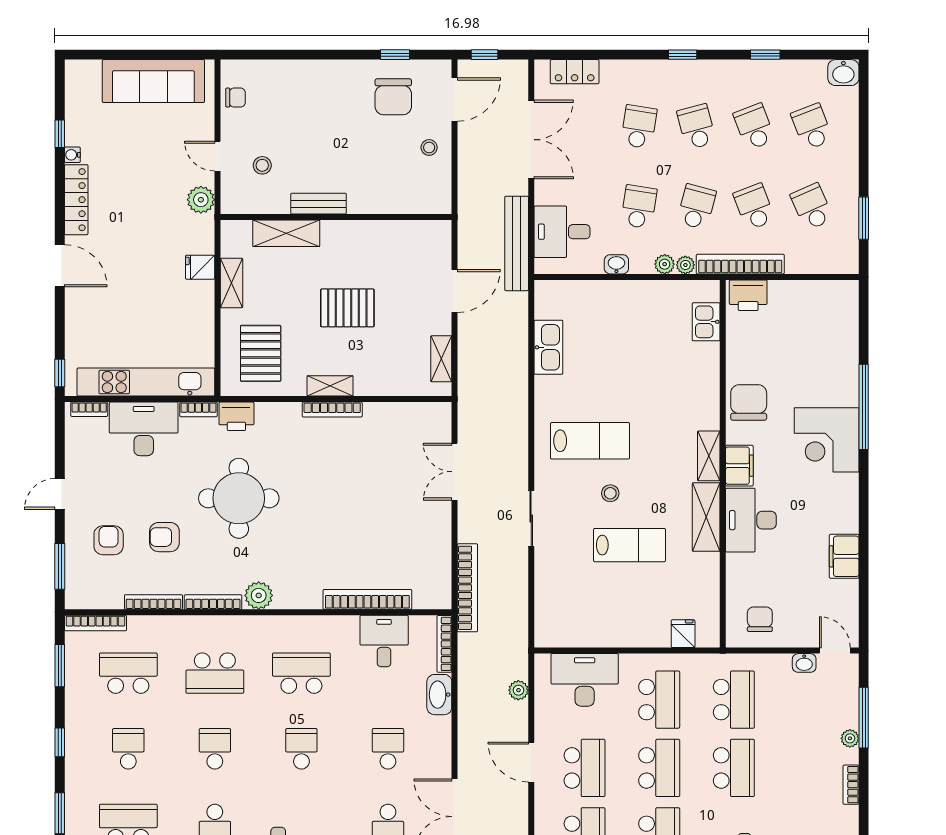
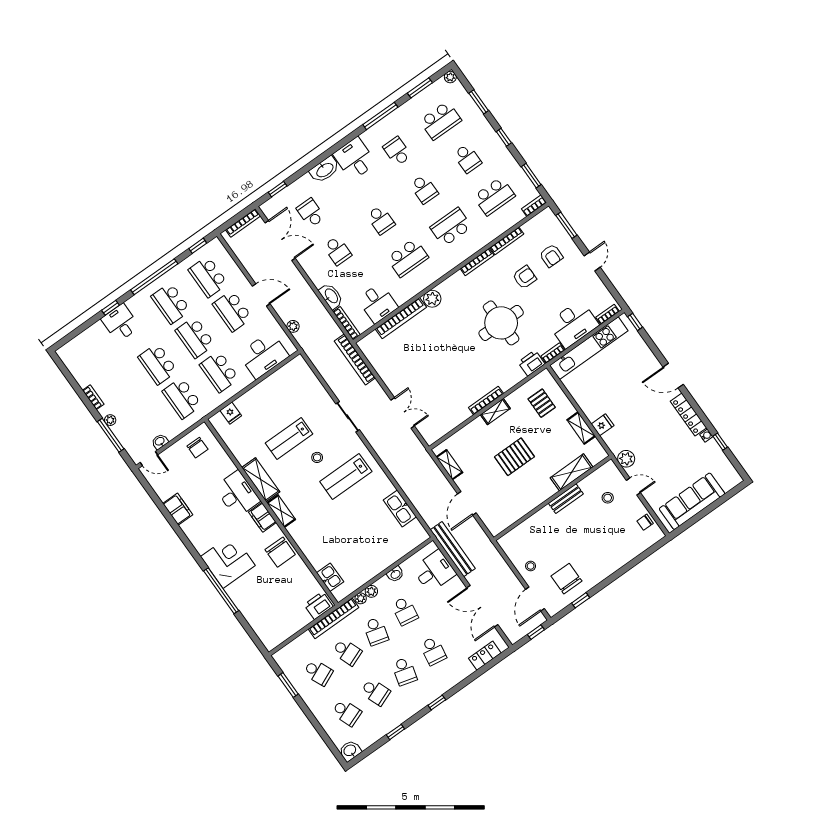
school desk: (696, 127) -> (404, 671), turned 30
pallet: (261, 353) -> (542, 403), width x0.67, depth x0.71
plant: (259, 595) -> (432, 299), moved
bookcase: (95, 623) -> (534, 206), width x0.64

